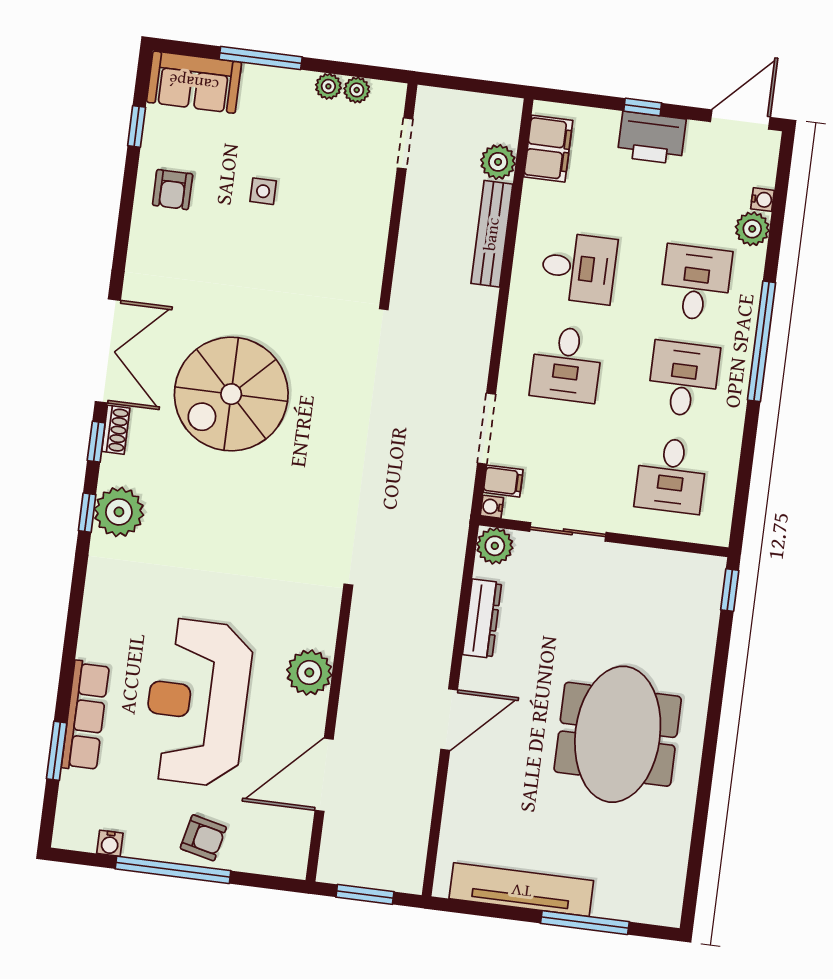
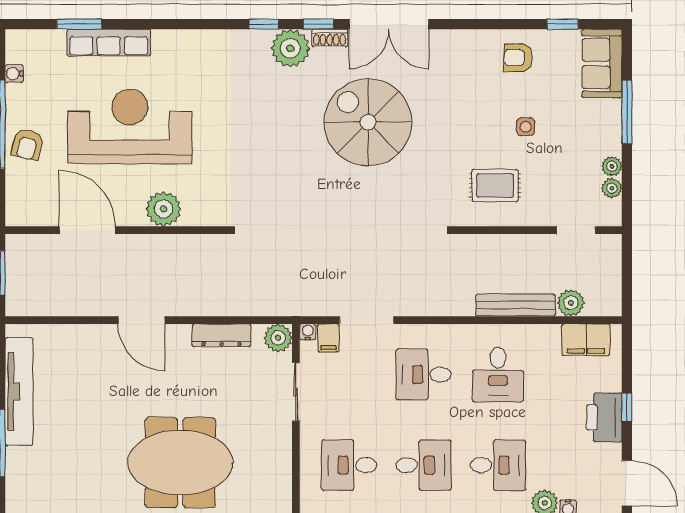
rug: (334, 241) -> (495, 186), added
plant: (119, 512) -> (290, 48), moved
meeting table: (618, 734) -> (180, 463), moved

